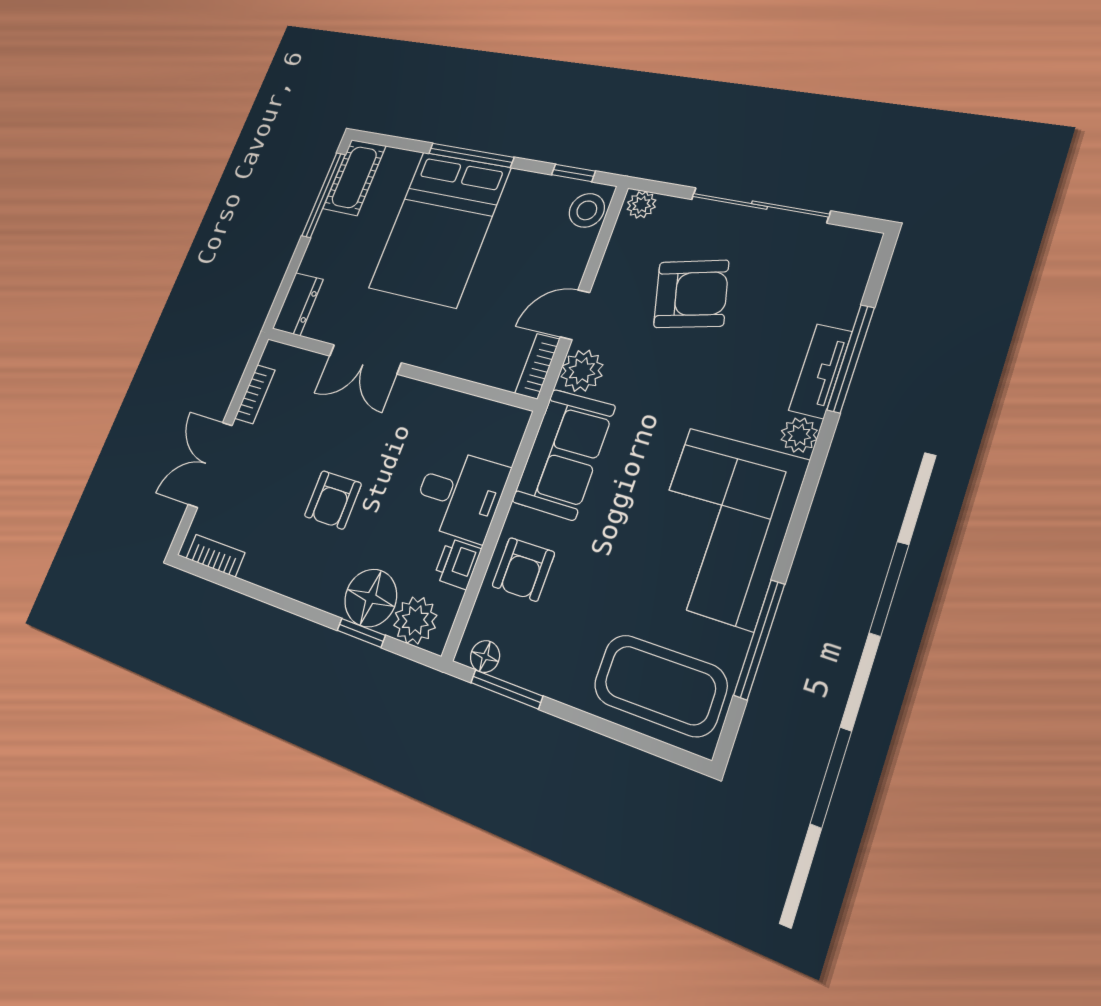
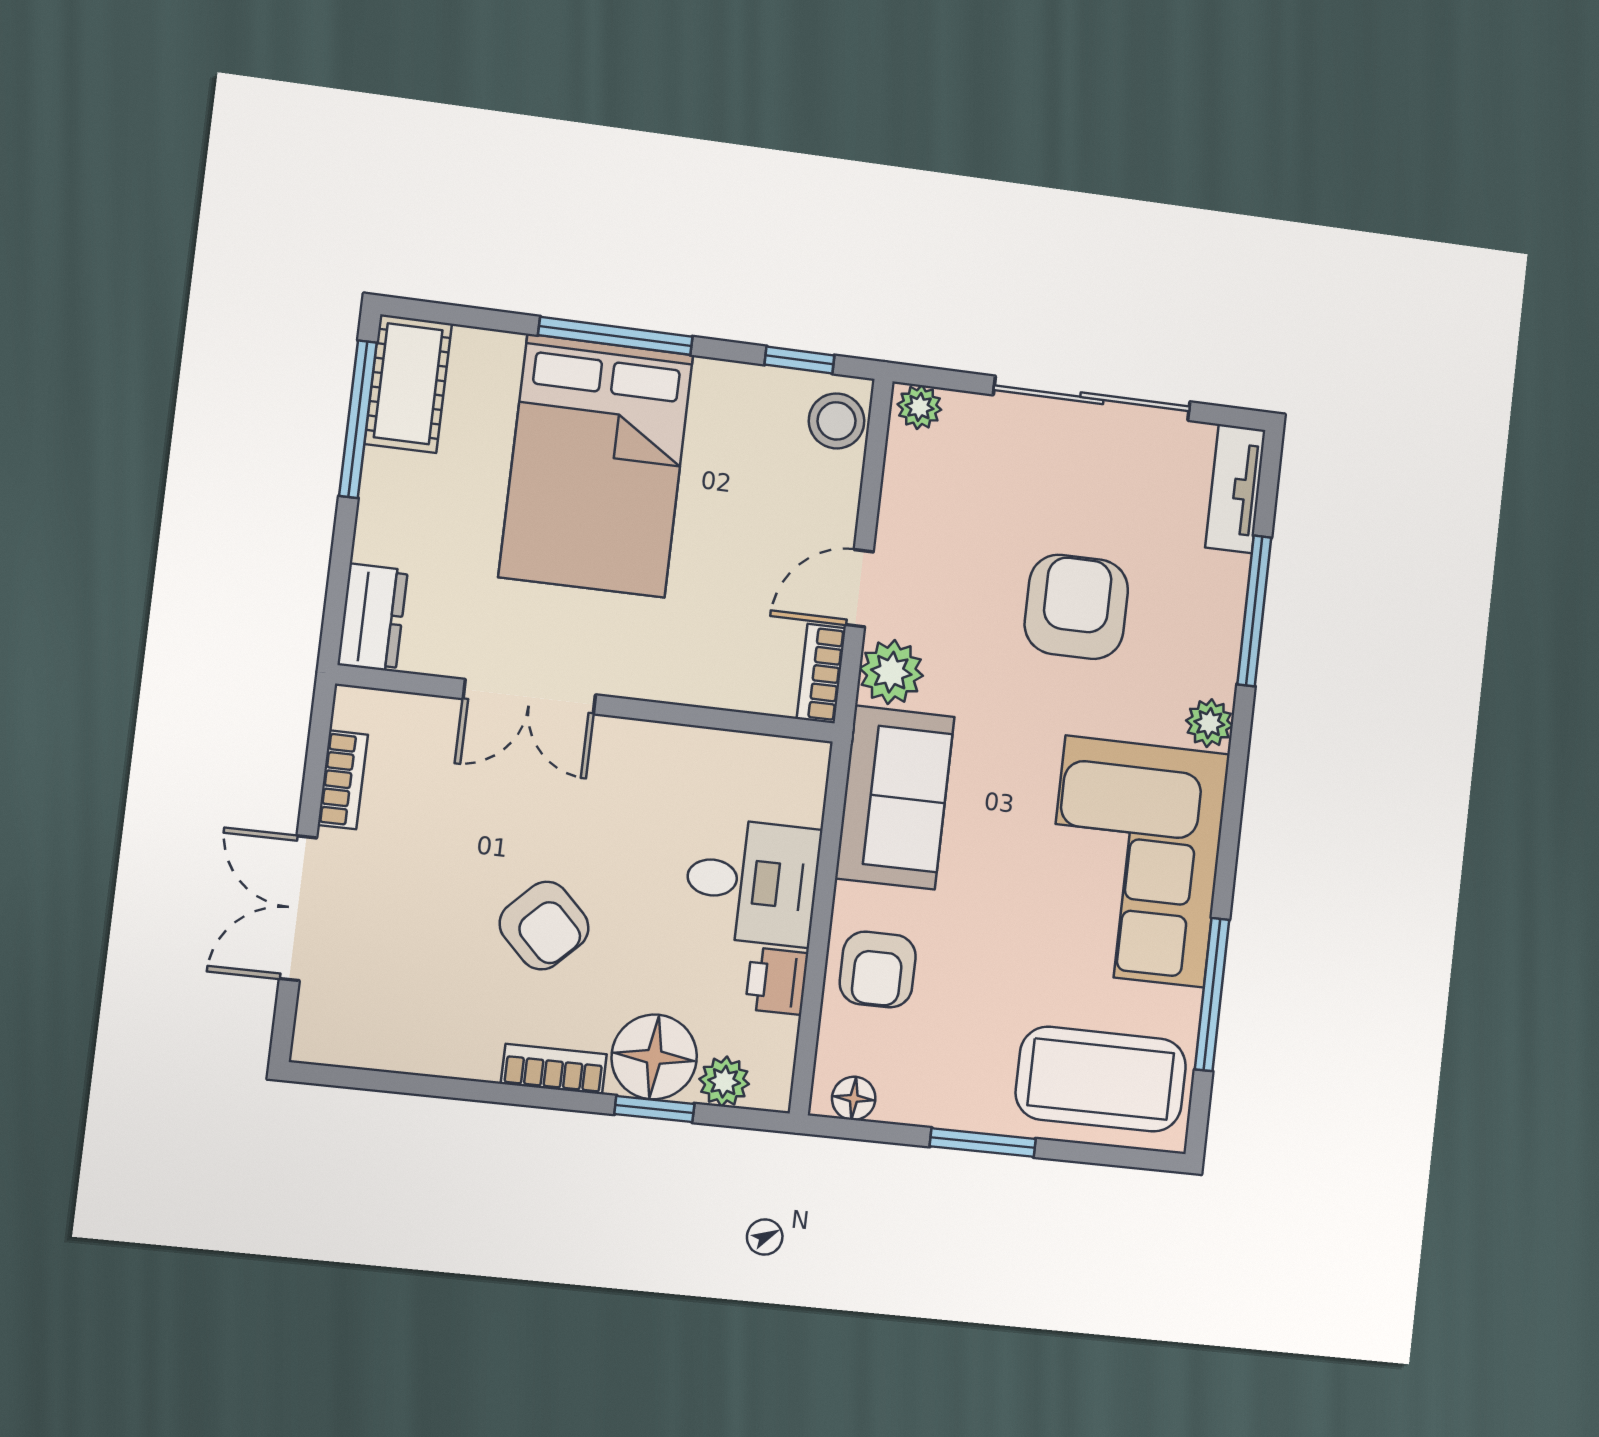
armchair: (691, 294) -> (1076, 607), moved, turned -76
tv unit: (820, 371) -> (1235, 489), moved
armchair: (333, 500) -> (544, 926), turned -45
bookcase: (215, 556) -> (554, 1069), moved
plant: (415, 620) -> (724, 1082), width x0.73, depth x0.73
window: (507, 689) -> (983, 1143), moved

